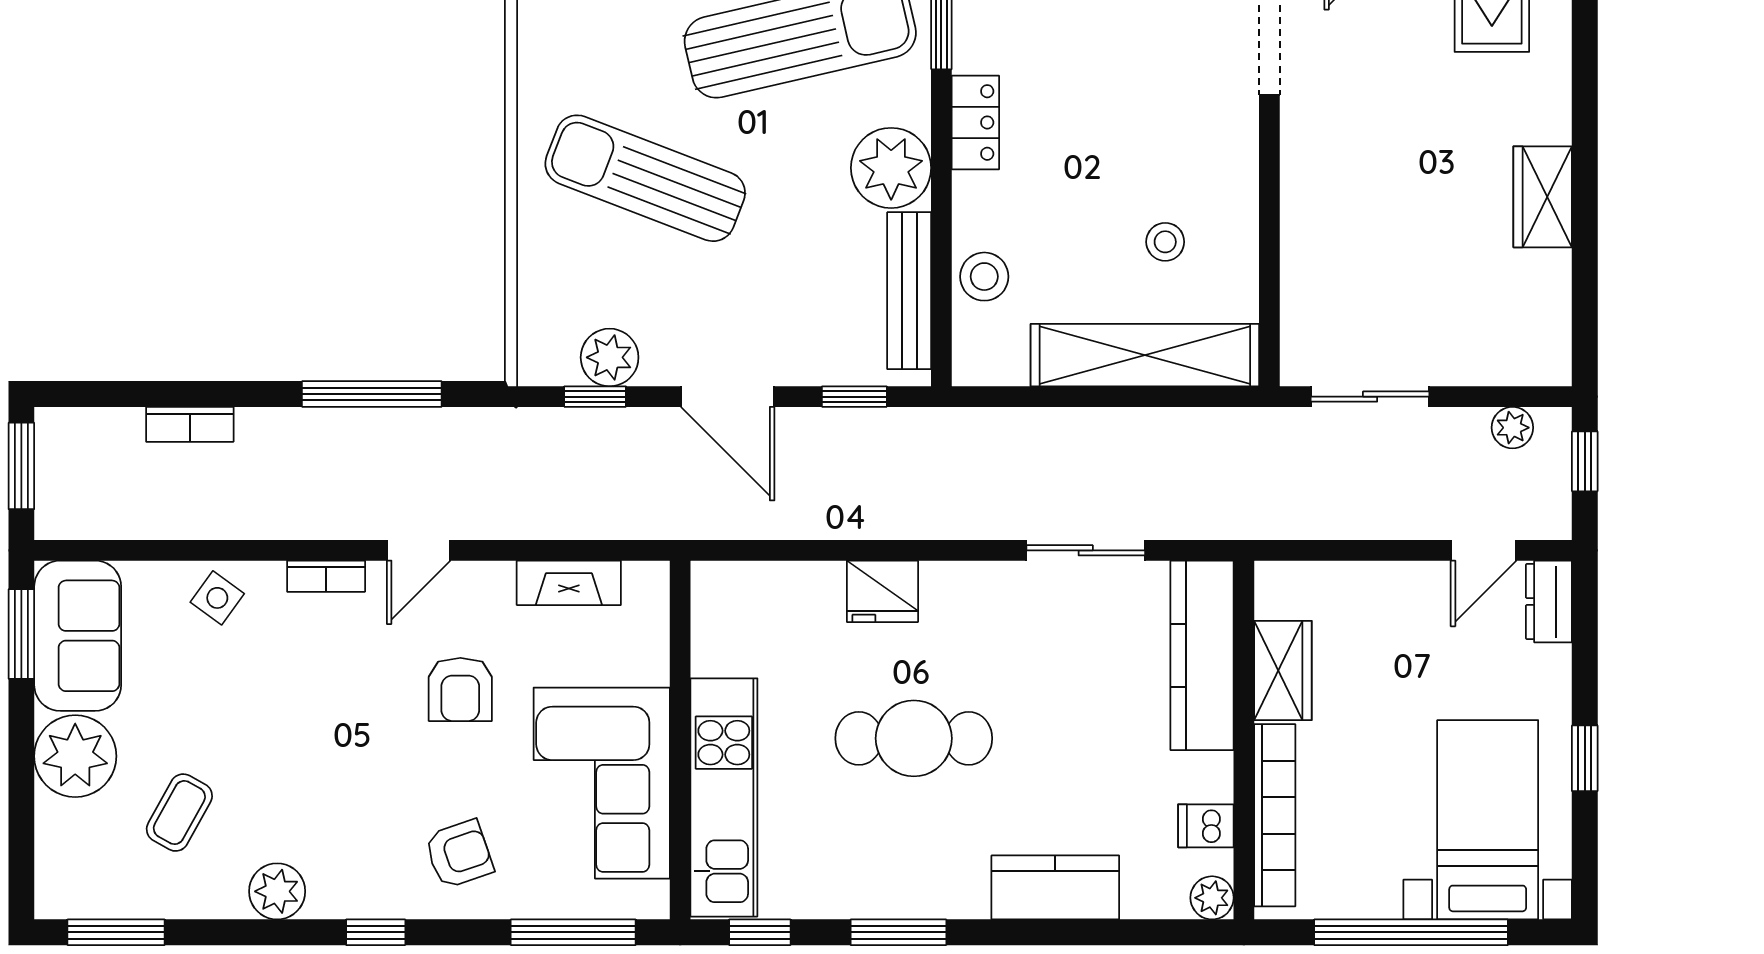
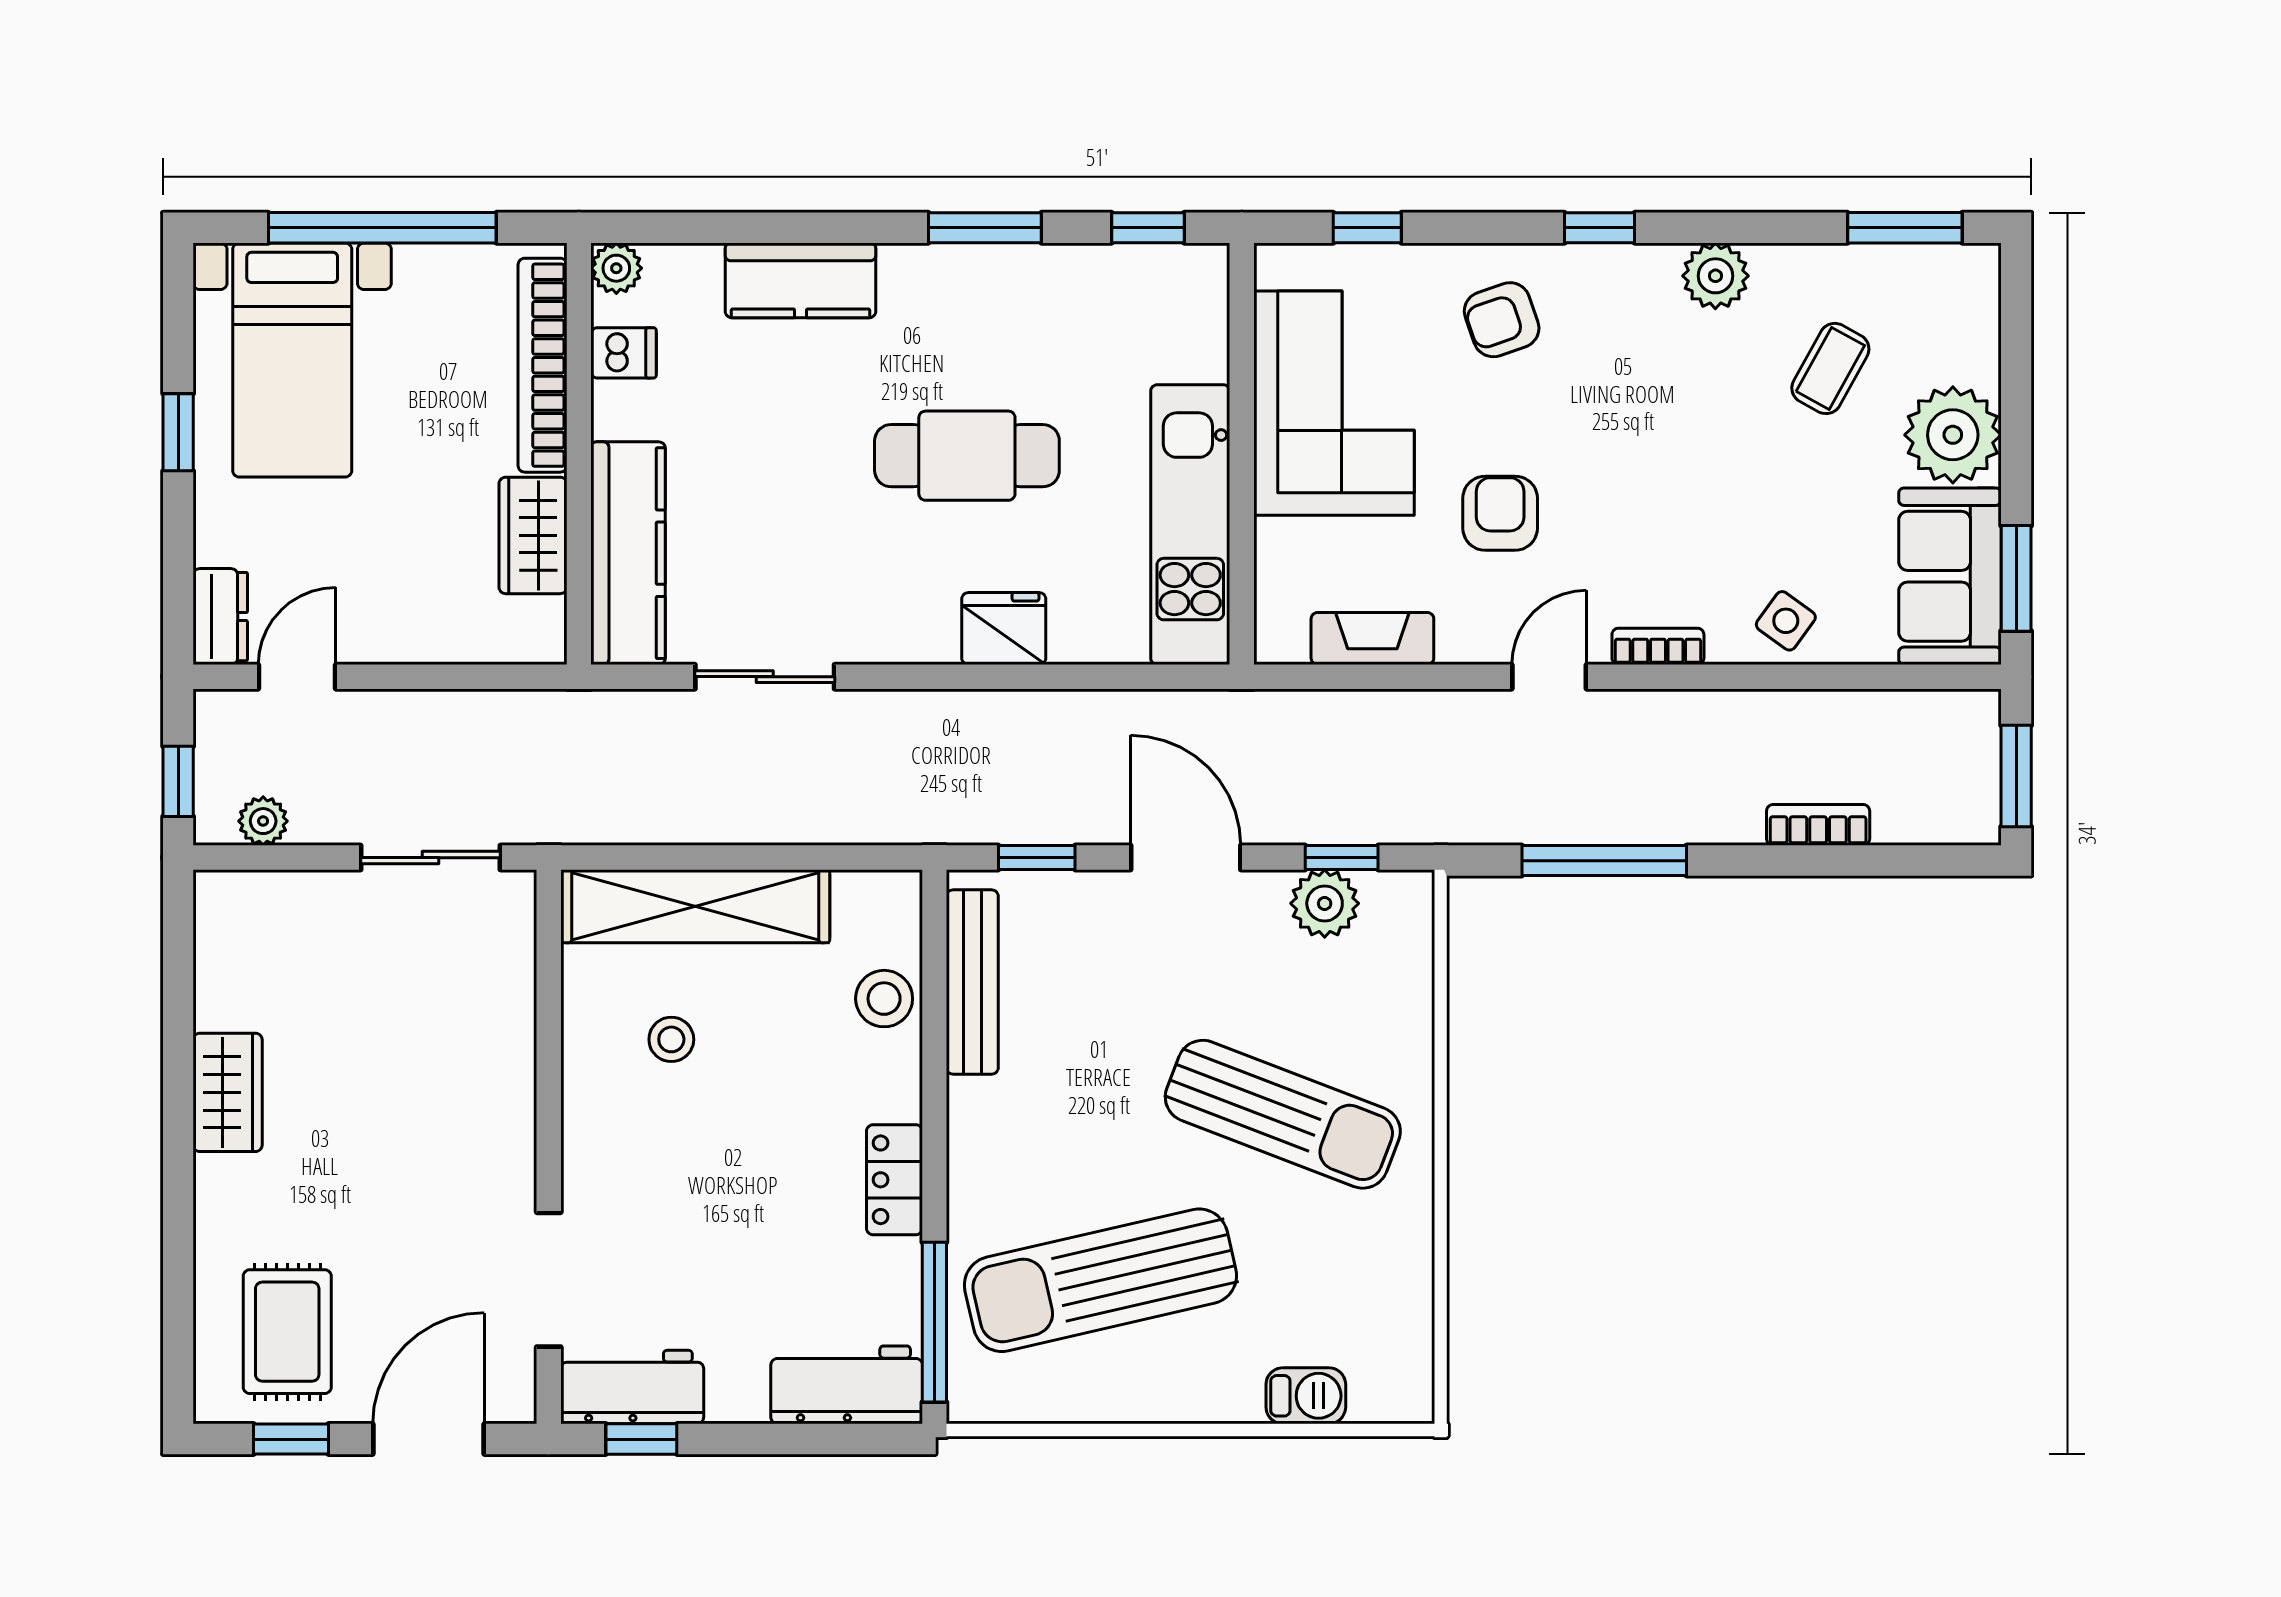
plant: (891, 168) -> (994, 1126), removed
kitchen unit: (724, 797) -> (1190, 525), moved
window: (573, 932) -> (1367, 228), width x0.46

